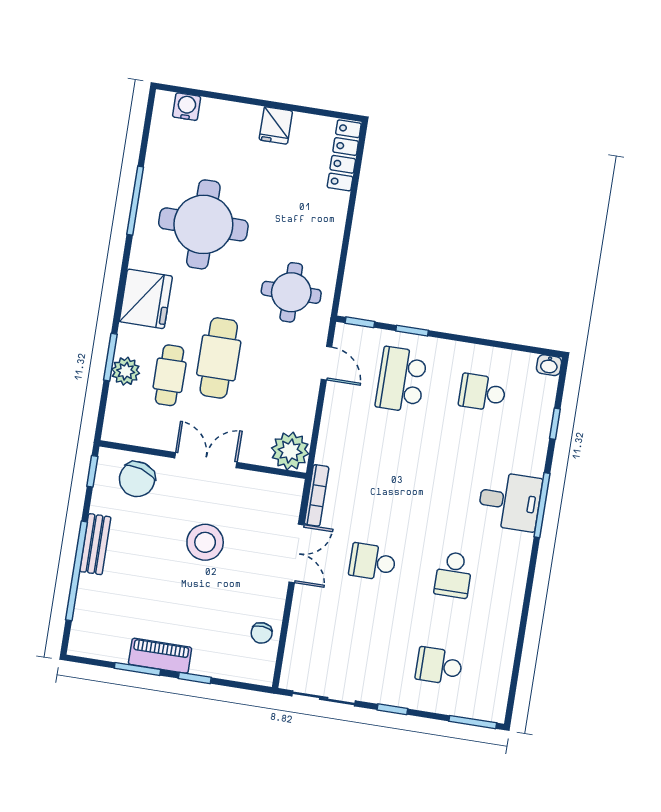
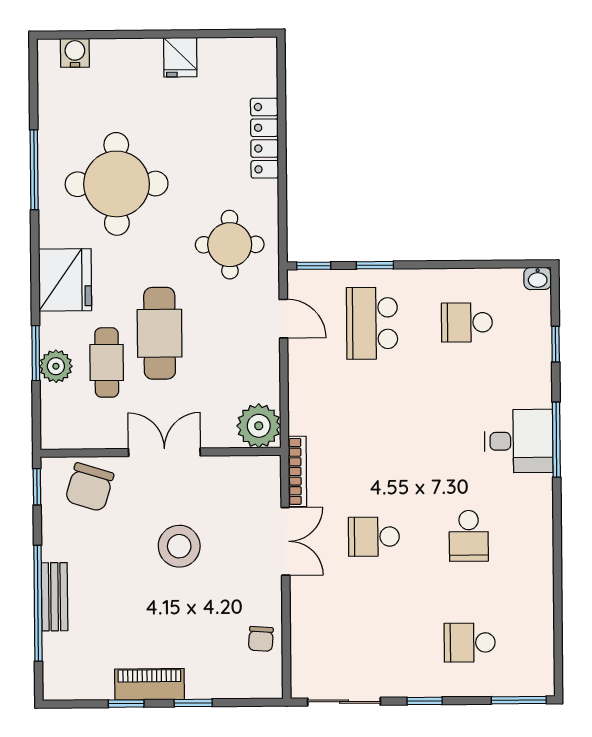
locker: (344, 155) -> (265, 138), moved
bench: (95, 544) -> (55, 597), moved
window: (137, 669) -> (126, 704), width x0.67

